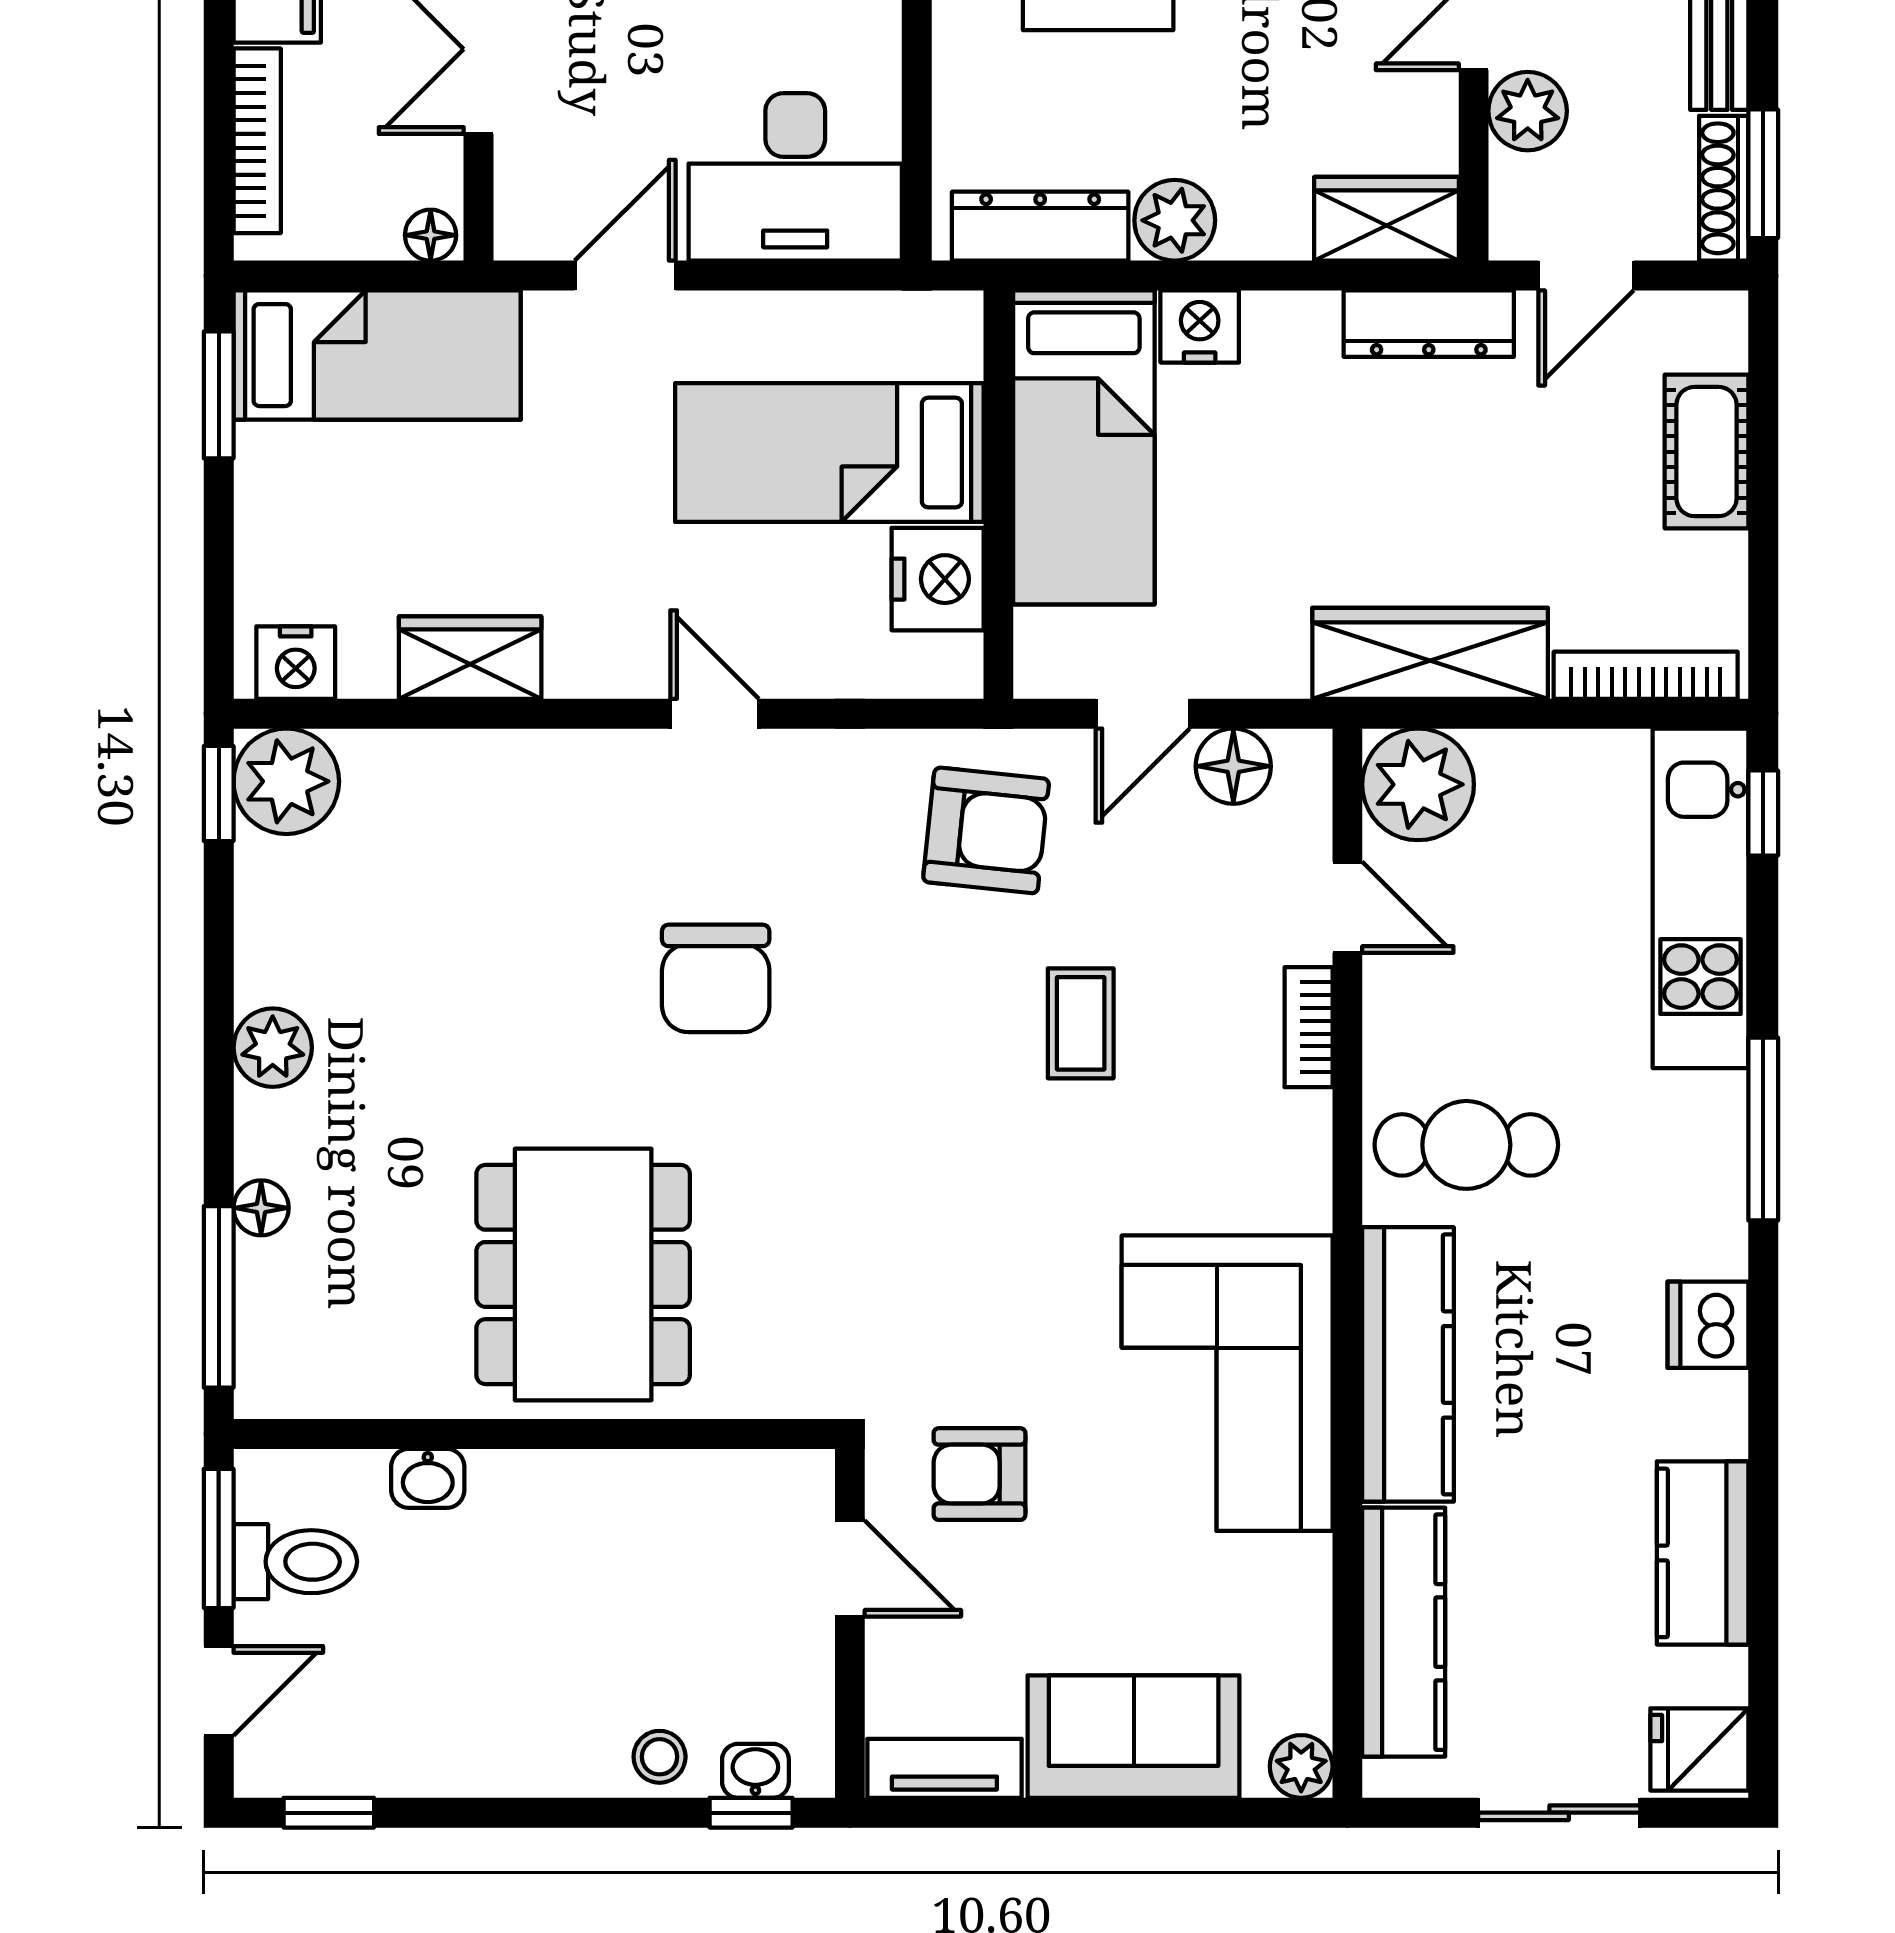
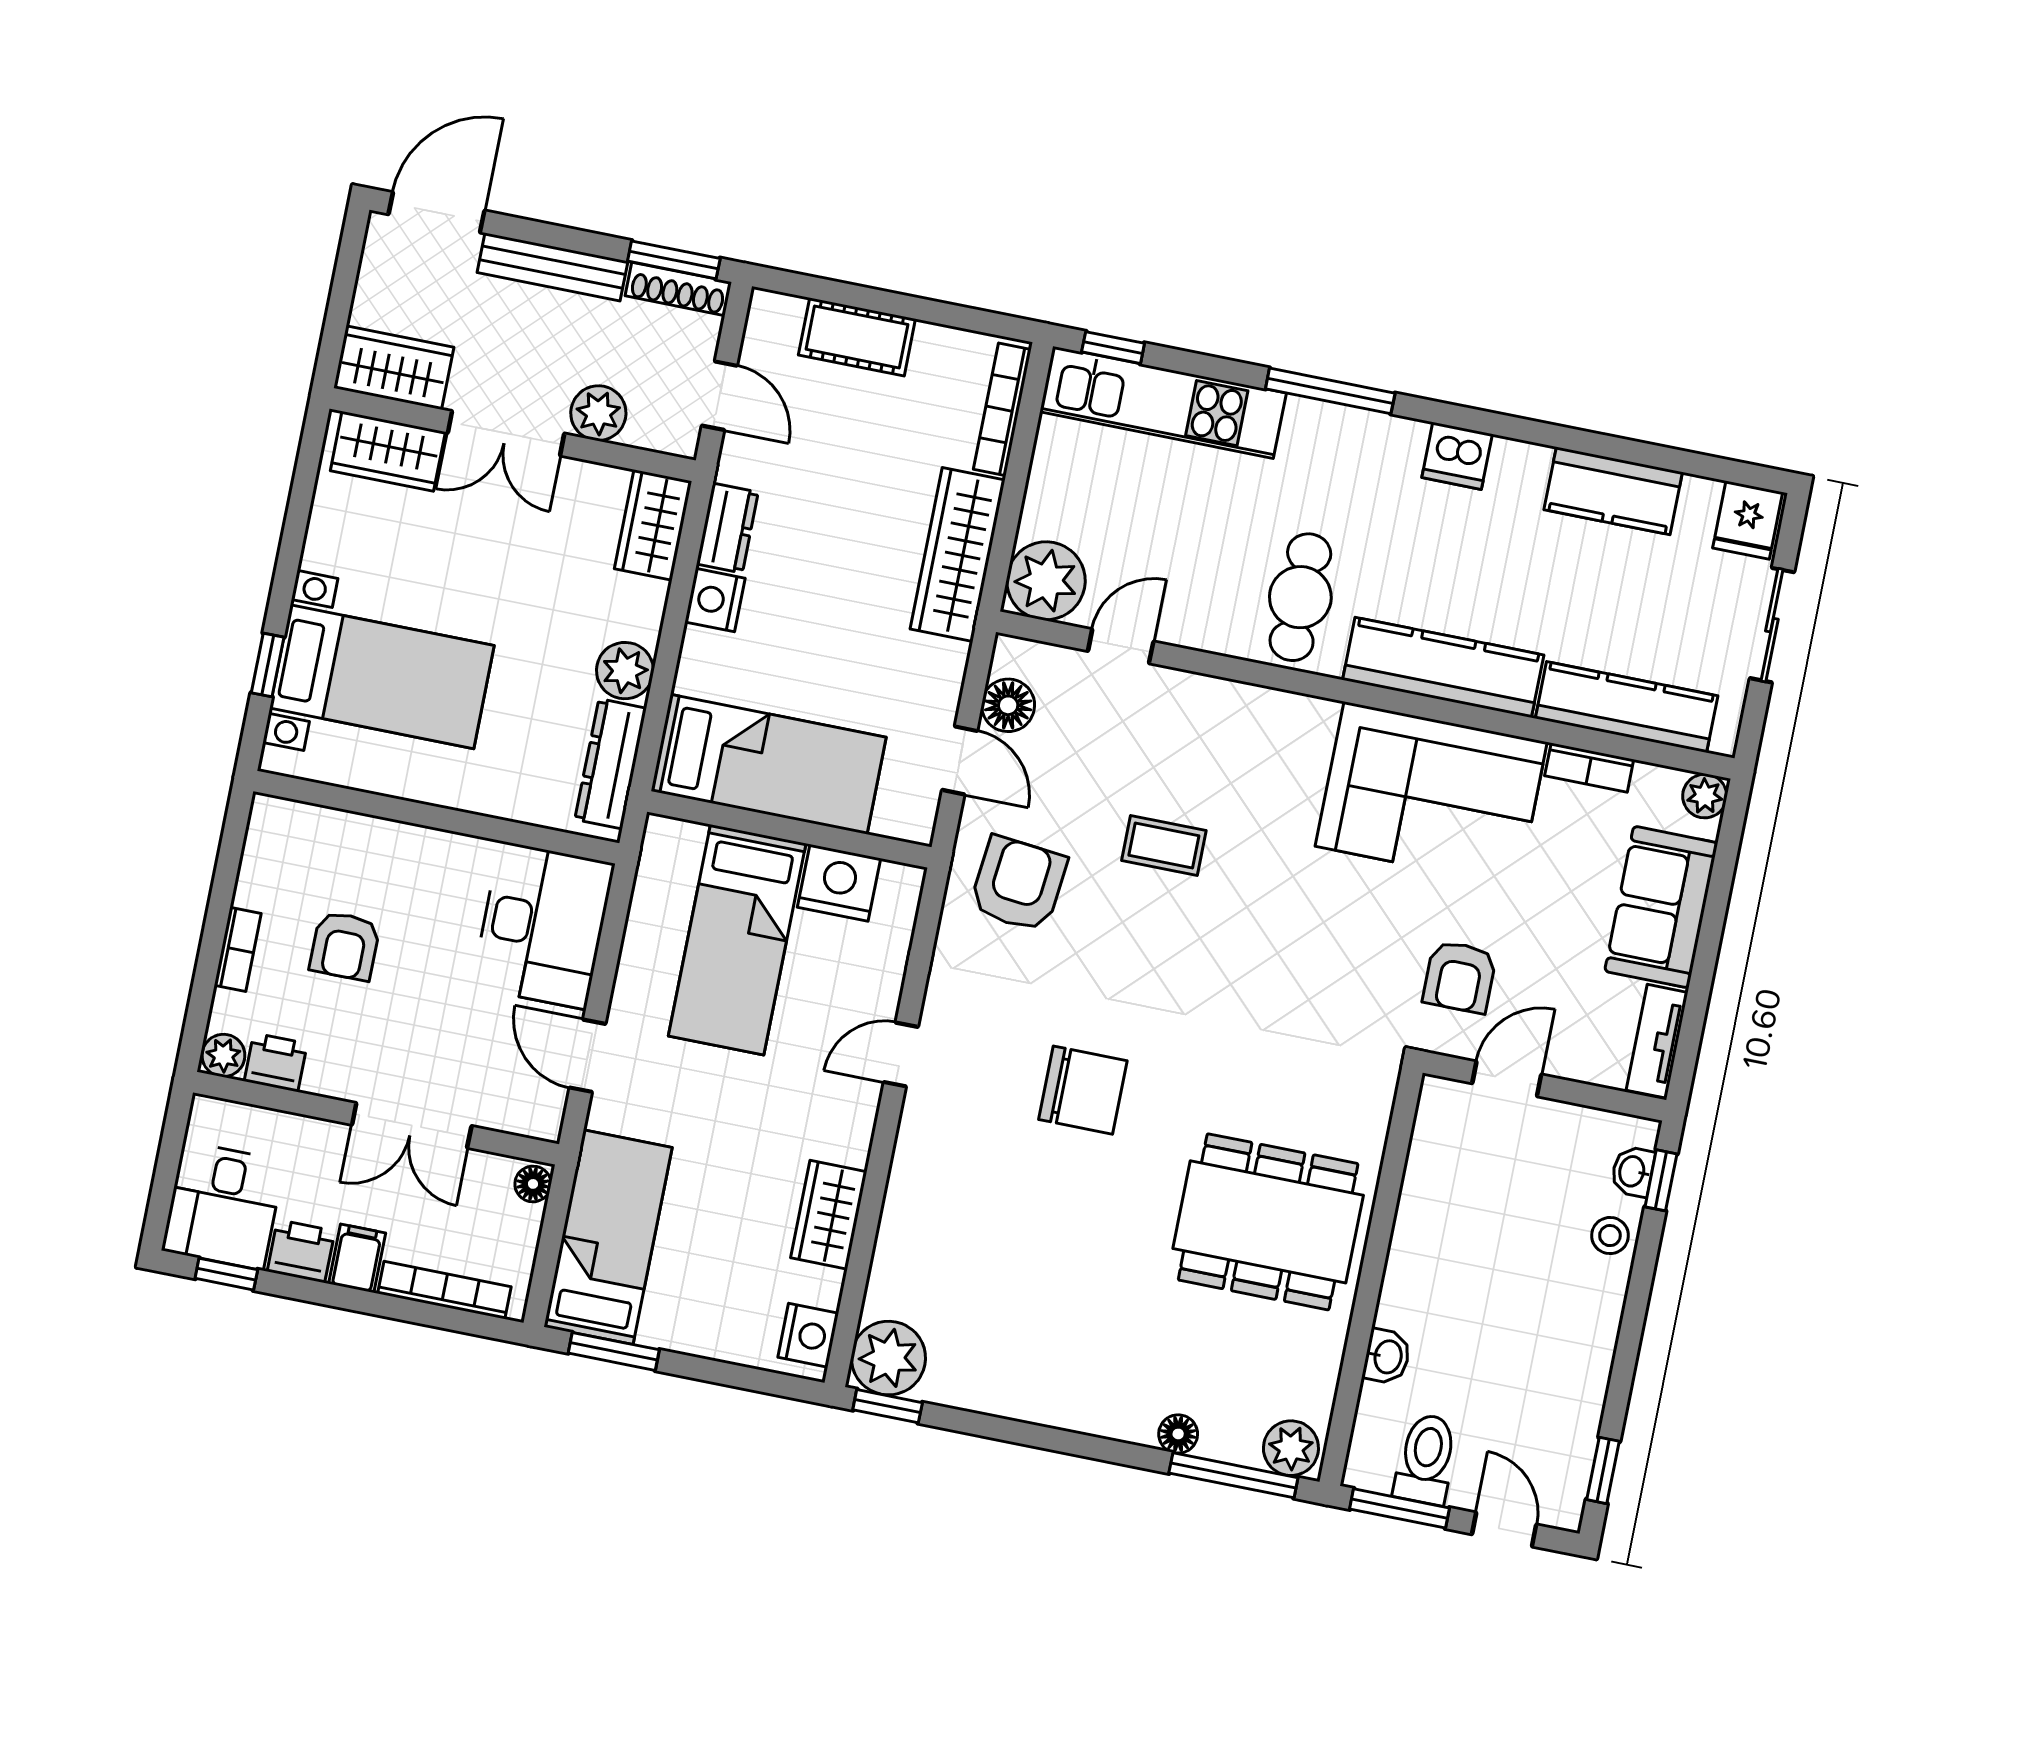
dresser: (1429, 324) -> (727, 528), width x0.70
nightstand: (1200, 326) -> (715, 600), moved
bookcase: (1309, 1027) -> (1589, 768), moved
plant: (273, 1048) -> (1291, 1448), moved

